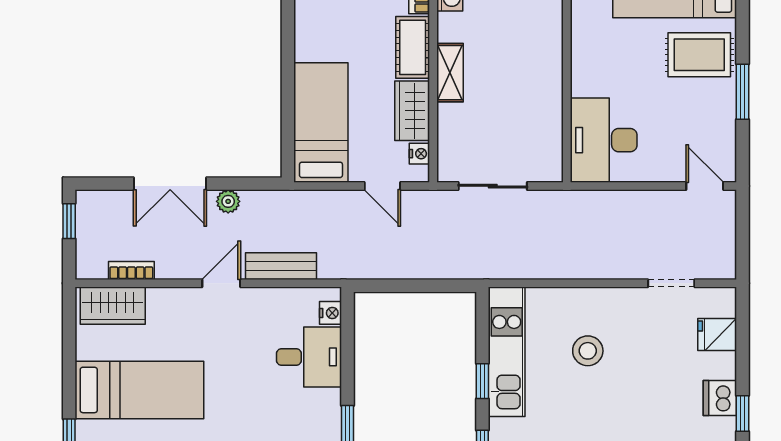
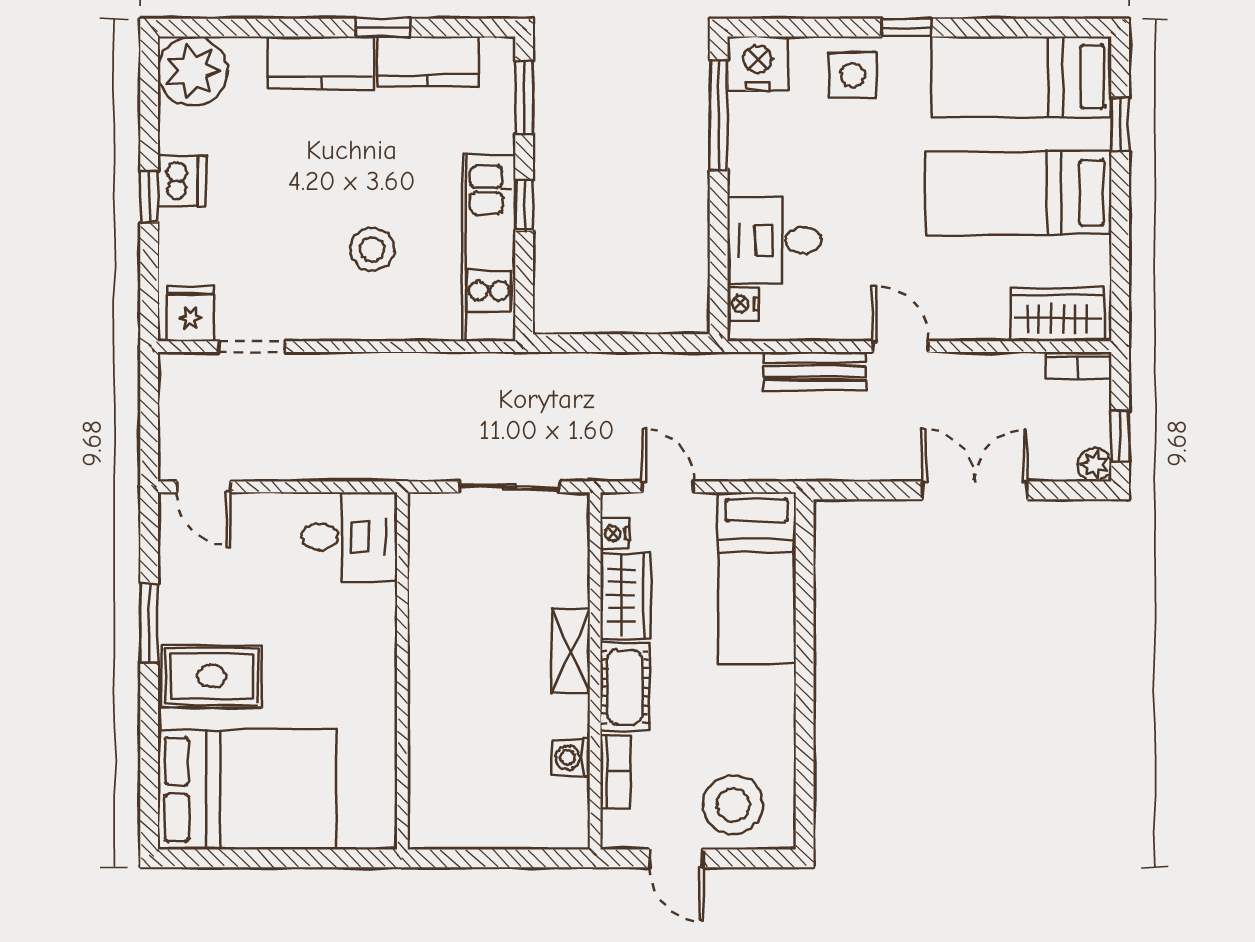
desk: (604, 140) -> (349, 536), width x0.73
plant: (228, 201) -> (1094, 465), moved
bookcase: (131, 271) -> (1078, 365), moved
door: (221, 283) -> (901, 347), swing flipped
fridge: (717, 334) -> (191, 314), moved, turned -90
window: (742, 413) -> (149, 196), moved

